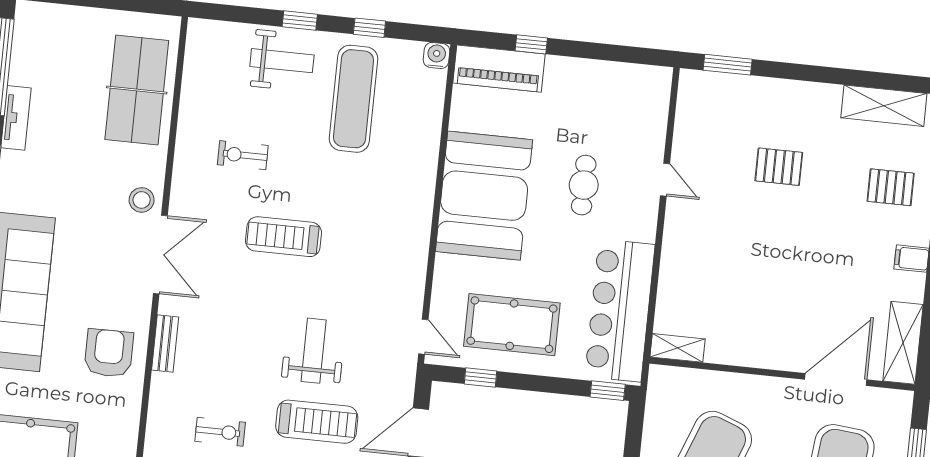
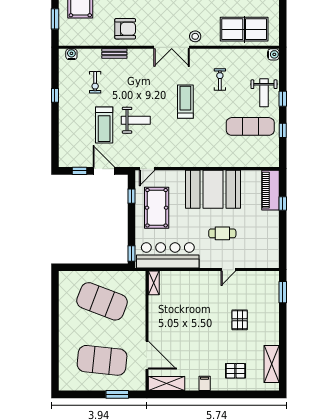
water cooler: (436, 55) -> (273, 54), moved
pallet: (891, 187) -> (235, 371), turned 90
bench: (165, 344) -> (114, 53), moved

